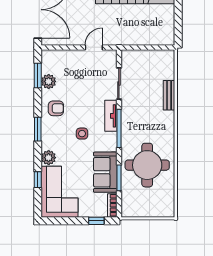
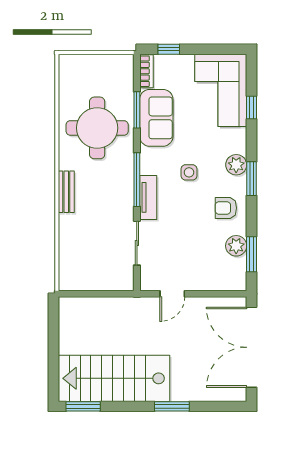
bench: (169, 95) -> (66, 192), moved
plant: (49, 158) -> (236, 165), moved

